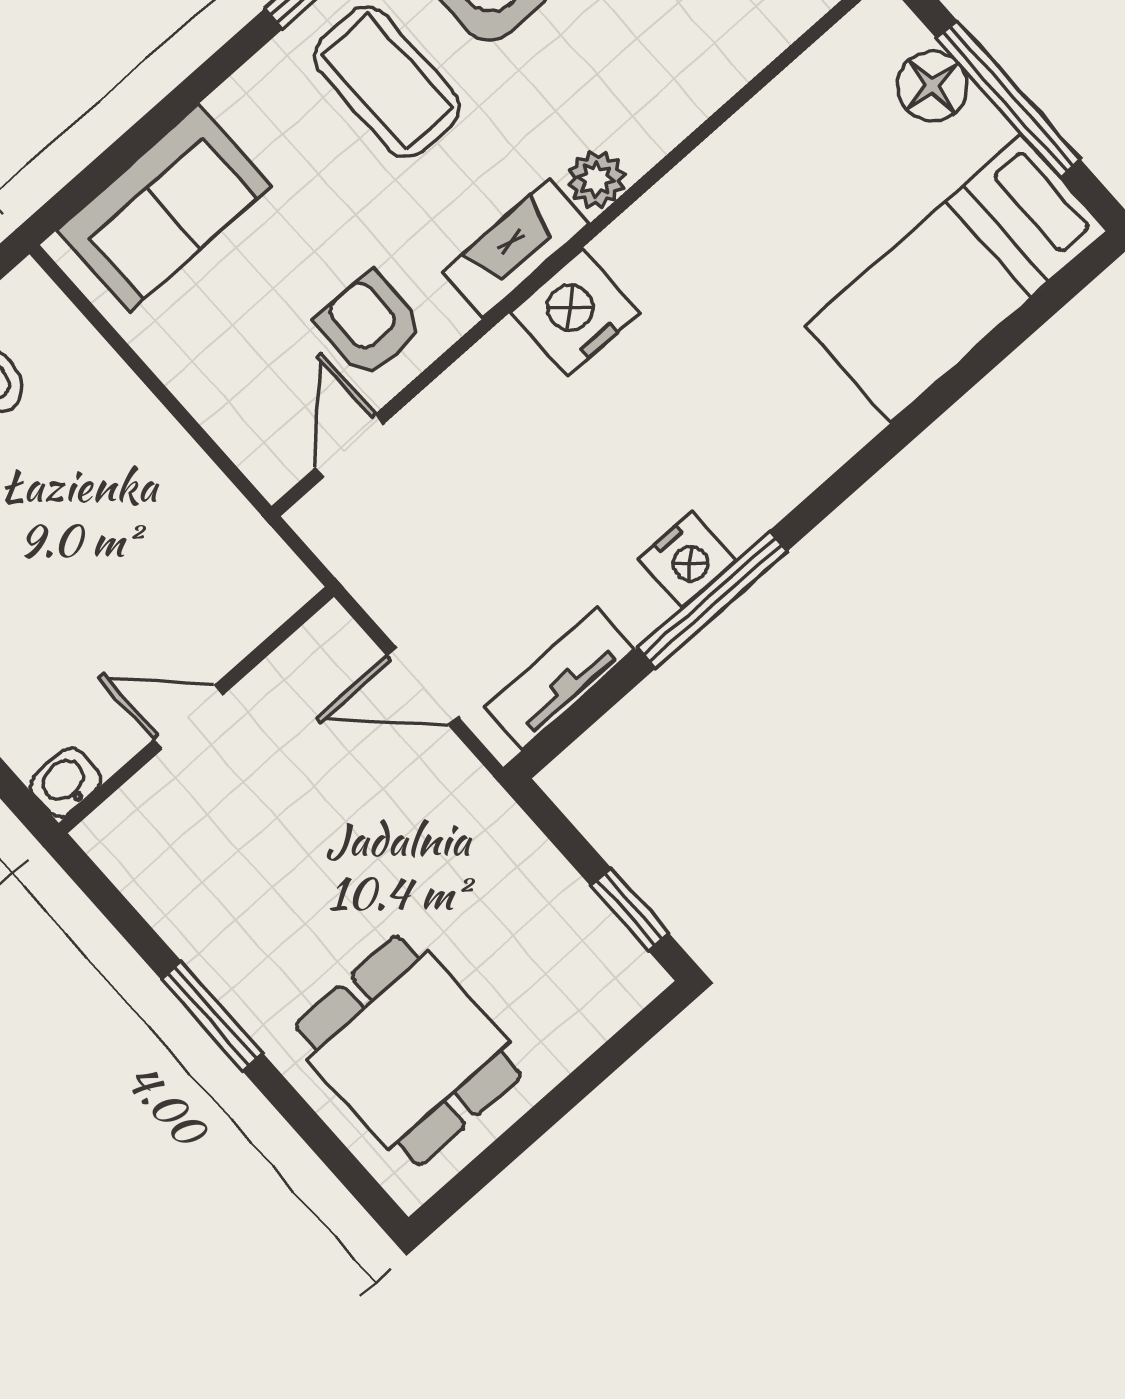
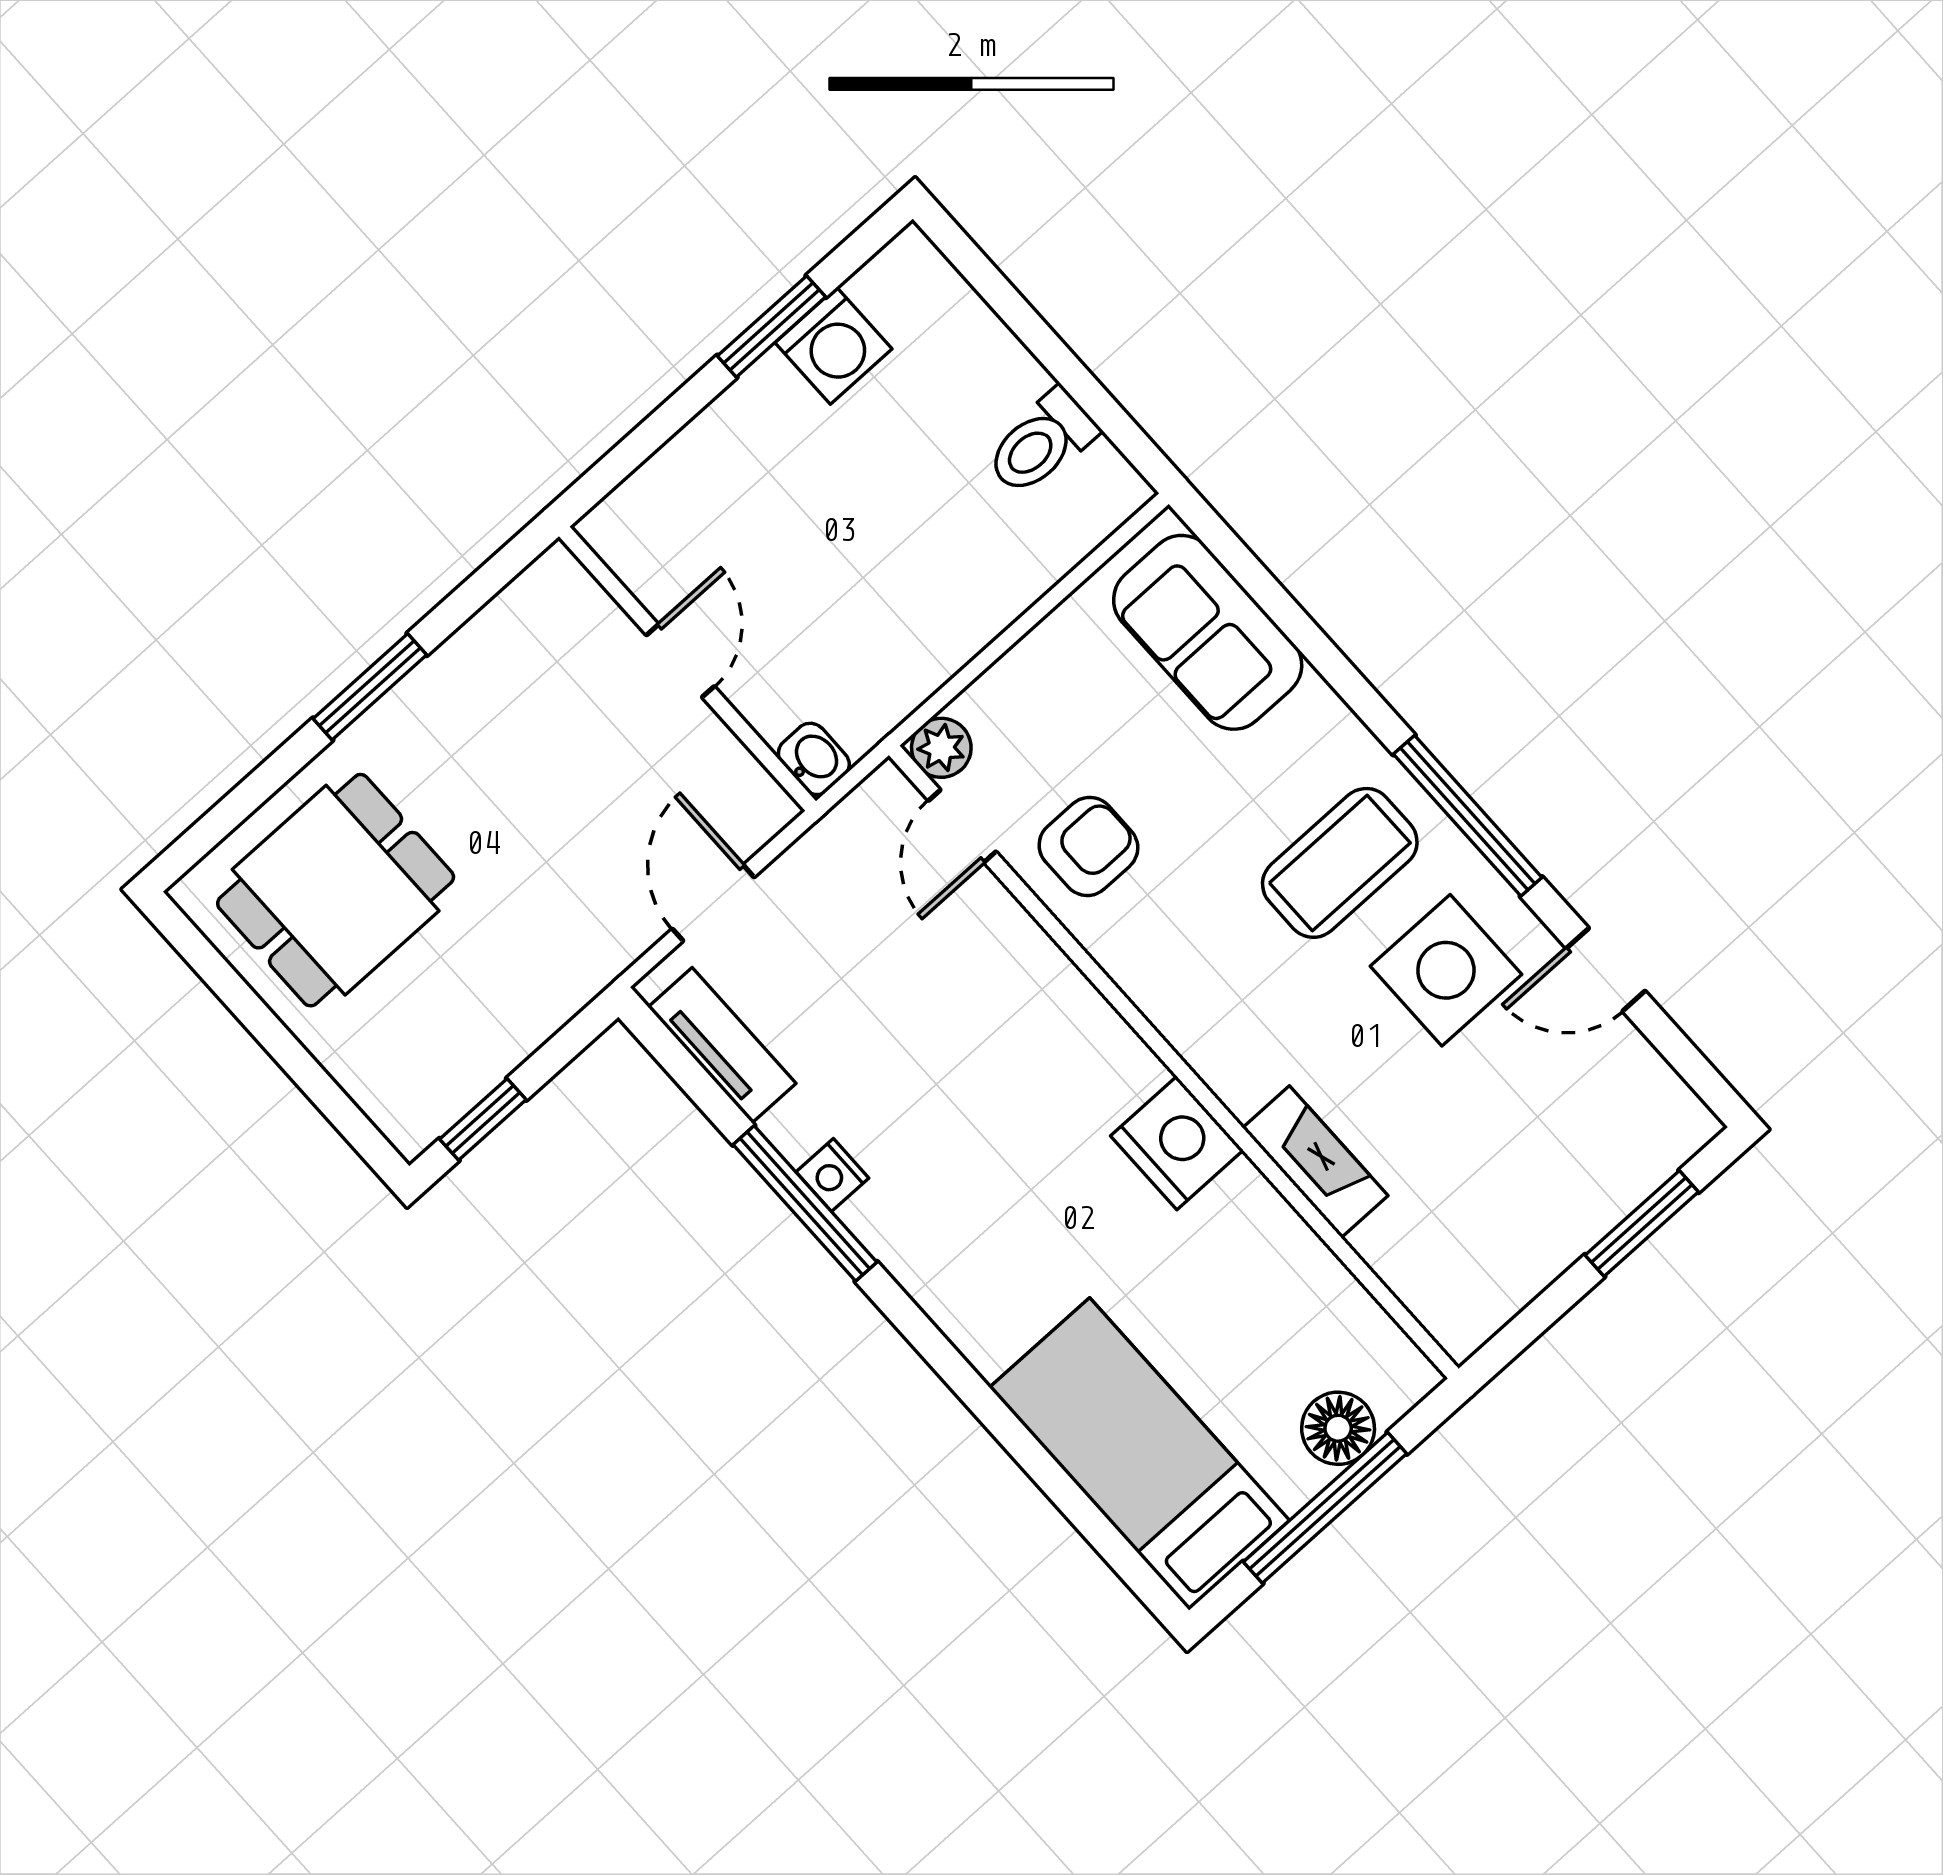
plant: (596, 179) -> (941, 748), moved
fireplace: (516, 248) -> (1315, 1162), moved
nightstand: (575, 313) -> (1177, 1143), moved
door: (349, 446) -> (962, 826), swing flipped
nightstand: (687, 560) -> (832, 1175), width x0.72, depth x0.74
washbasin: (65, 783) -> (814, 759), moved

